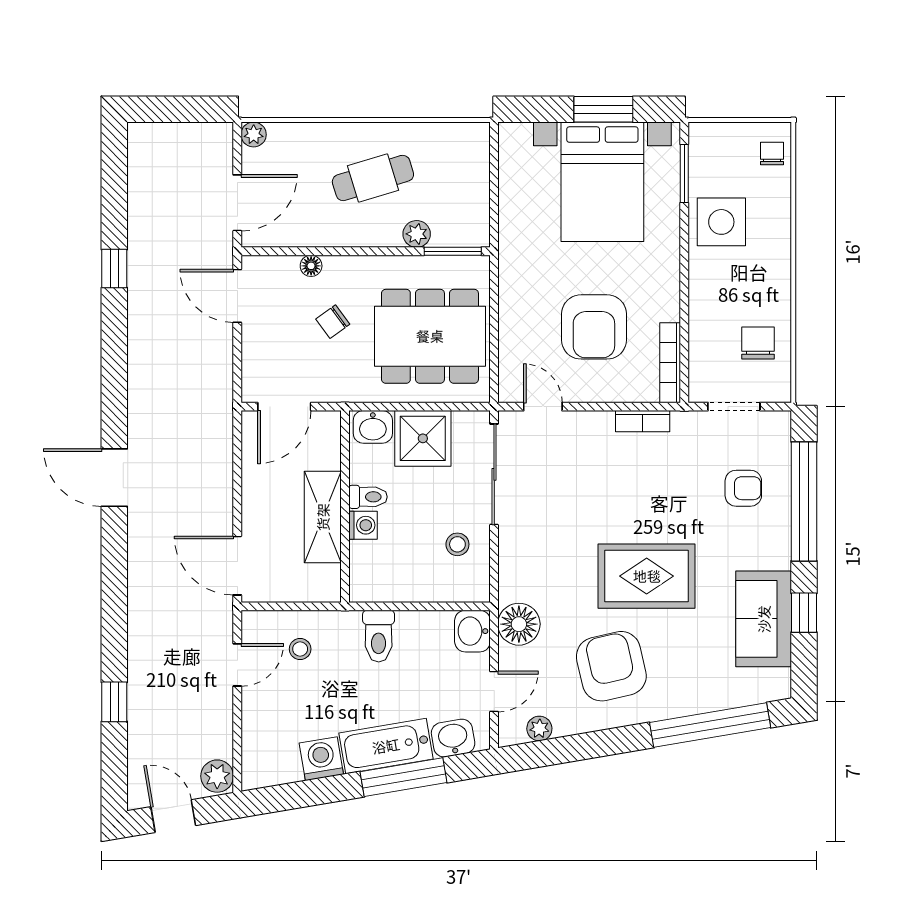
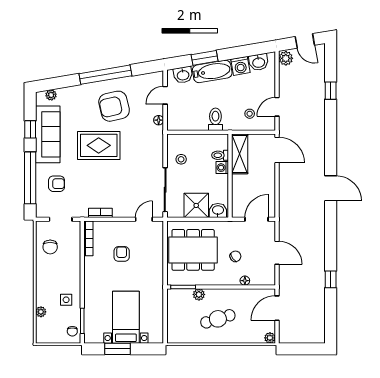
chair: (772, 154) -> (72, 331), moved
bed with nightstands: (602, 182) -> (126, 317), width x0.73
plant: (779, 194) -> (41, 312), added
side table: (721, 222) -> (66, 300), width x0.54, depth x0.54
door: (237, 296) -> (277, 253), moved
armchair: (594, 327) -> (122, 254), width x0.53, depth x0.53
door: (543, 407) -> (144, 219), swing flipped
armchair: (743, 488) -> (57, 184), turned 180
toilet: (368, 497) -> (220, 155), moved
shelving: (323, 517) -> (240, 154), moved
sofa: (764, 619) -> (48, 134), width x1.36
floor lamp: (519, 624) -> (159, 120), width x0.53, depth x0.53
washbasin: (472, 631) -> (259, 62), moved, turned 80
armchair: (611, 666) -> (114, 106), turned 90
window: (710, 725) -> (105, 75), moved
plant: (539, 729) -> (51, 95), moved
window: (404, 777) -> (205, 58), width x0.69

